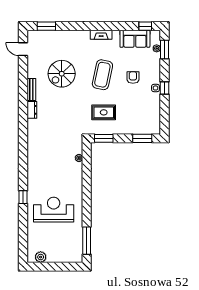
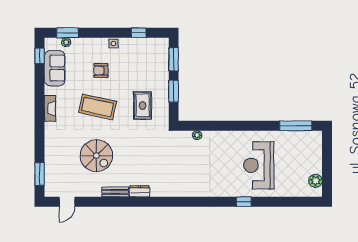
window: (165, 88) -> (139, 33), moved
window: (104, 138) -> (174, 91), moved

